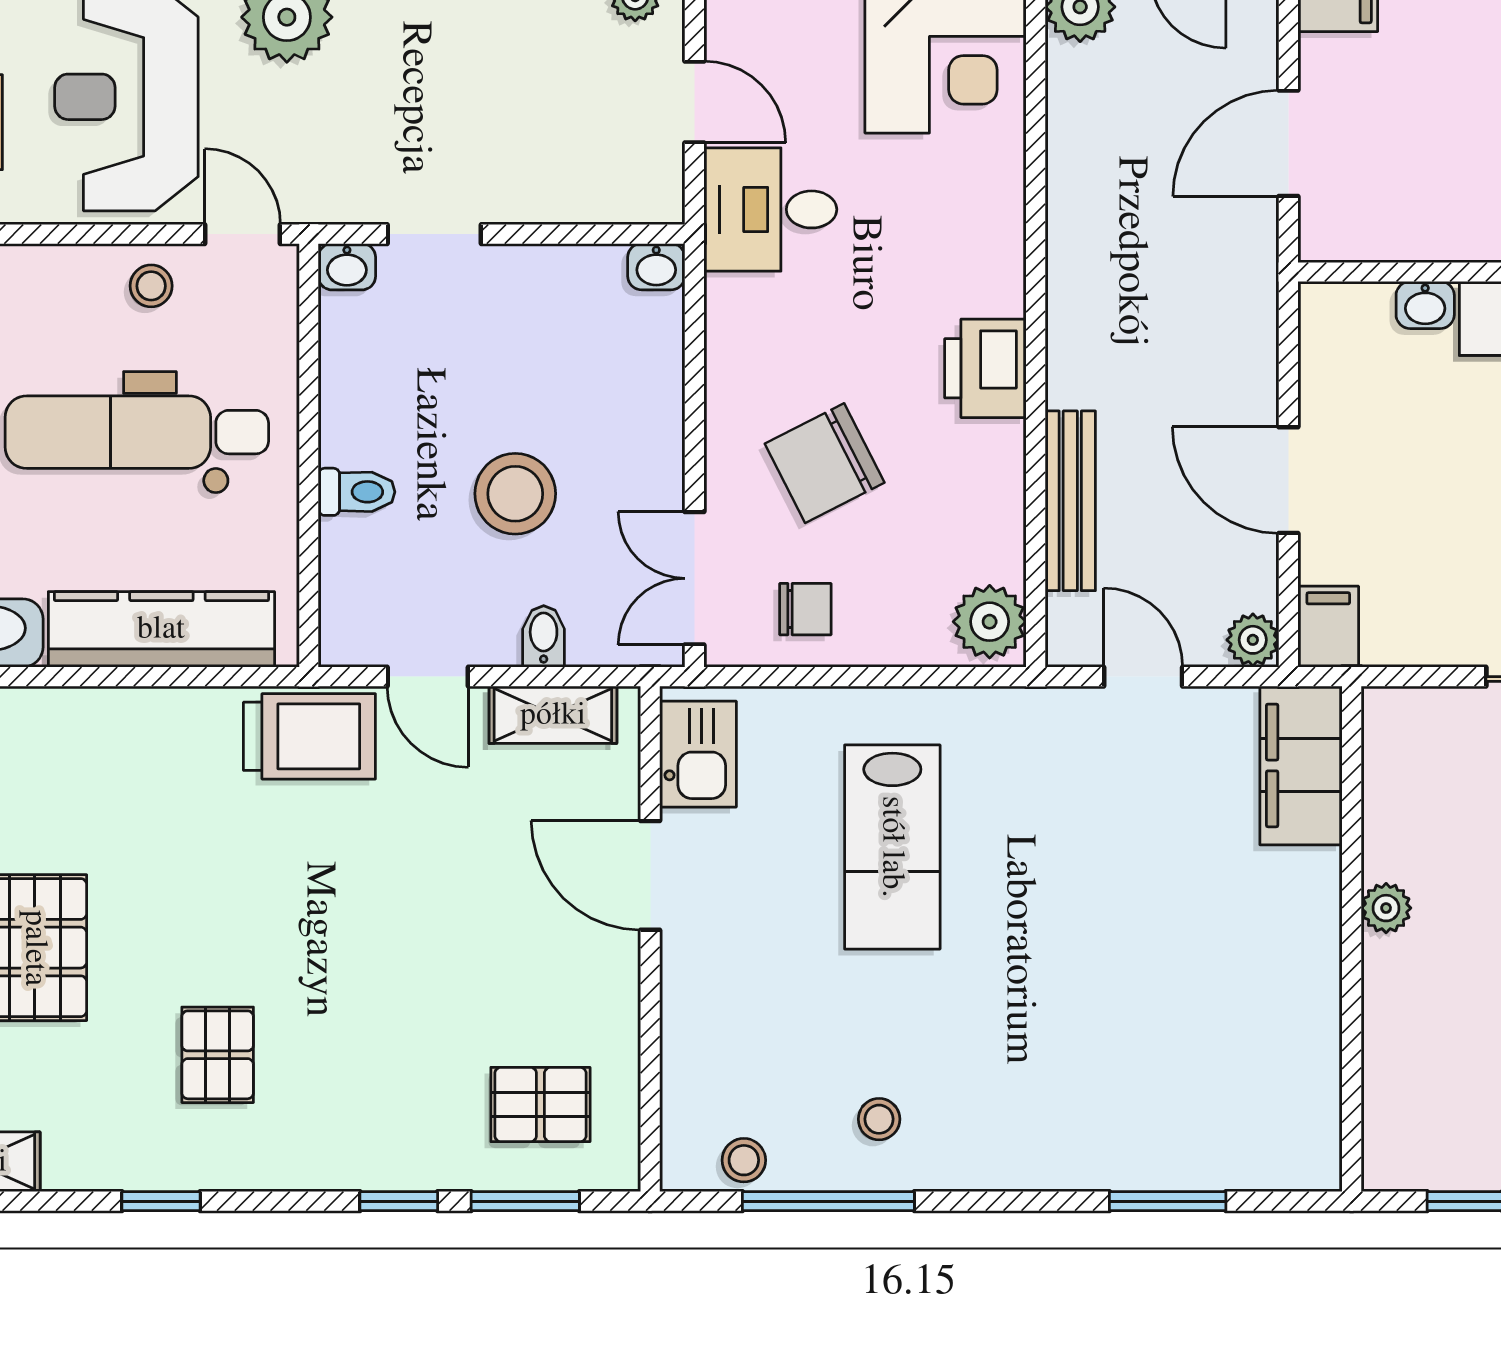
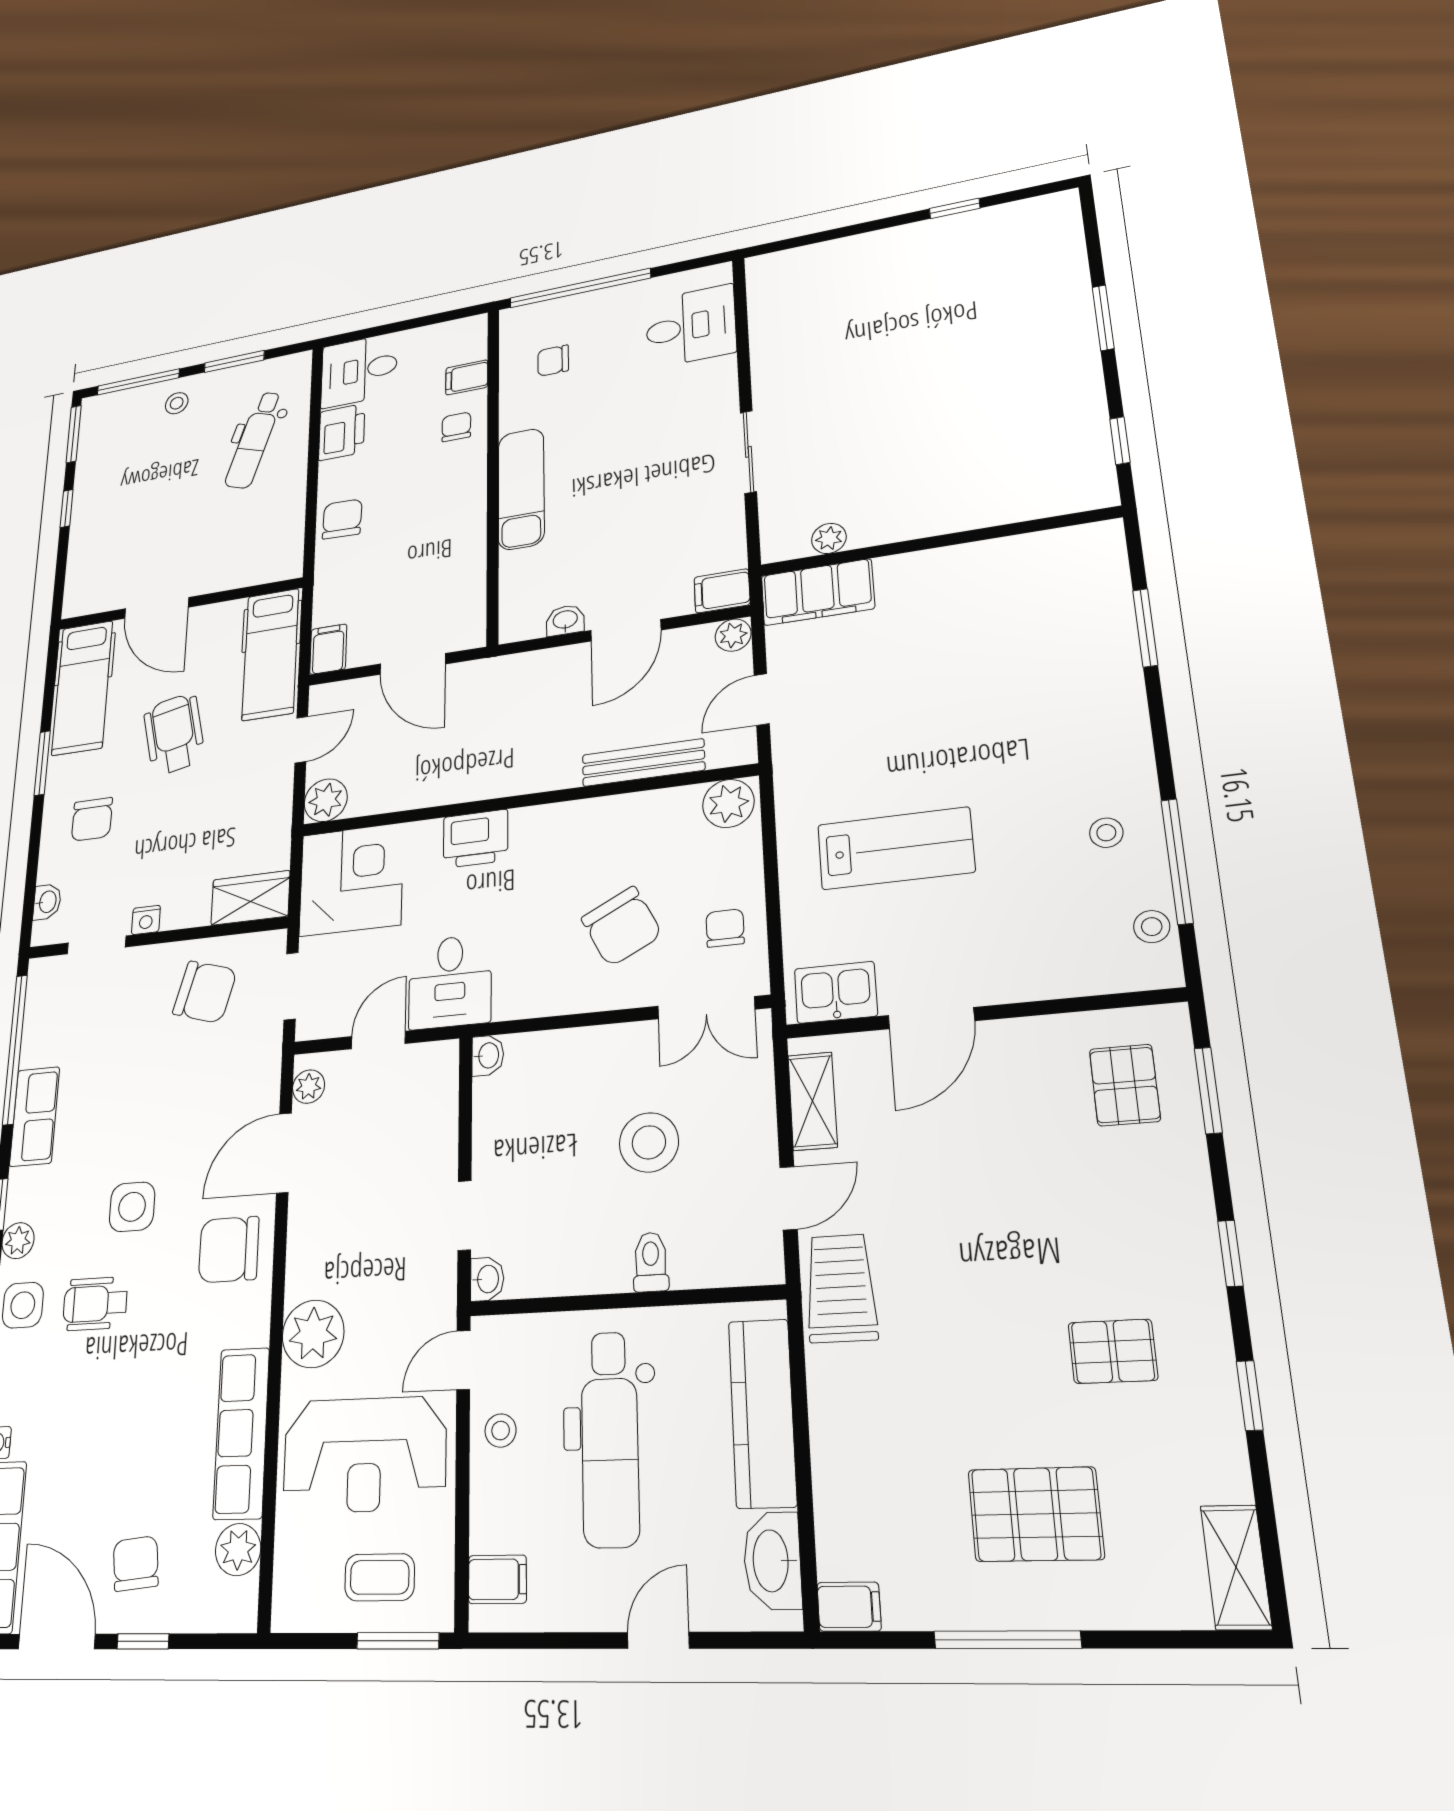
washbasin: (1425, 305) -> (565, 620), moved, turned -90
printer: (985, 368) -> (476, 839), moved
bidet: (544, 636) -> (754, 1113), removed
plant: (1386, 908) -> (829, 538), moved
window: (399, 1201) -> (1230, 1253), moved

